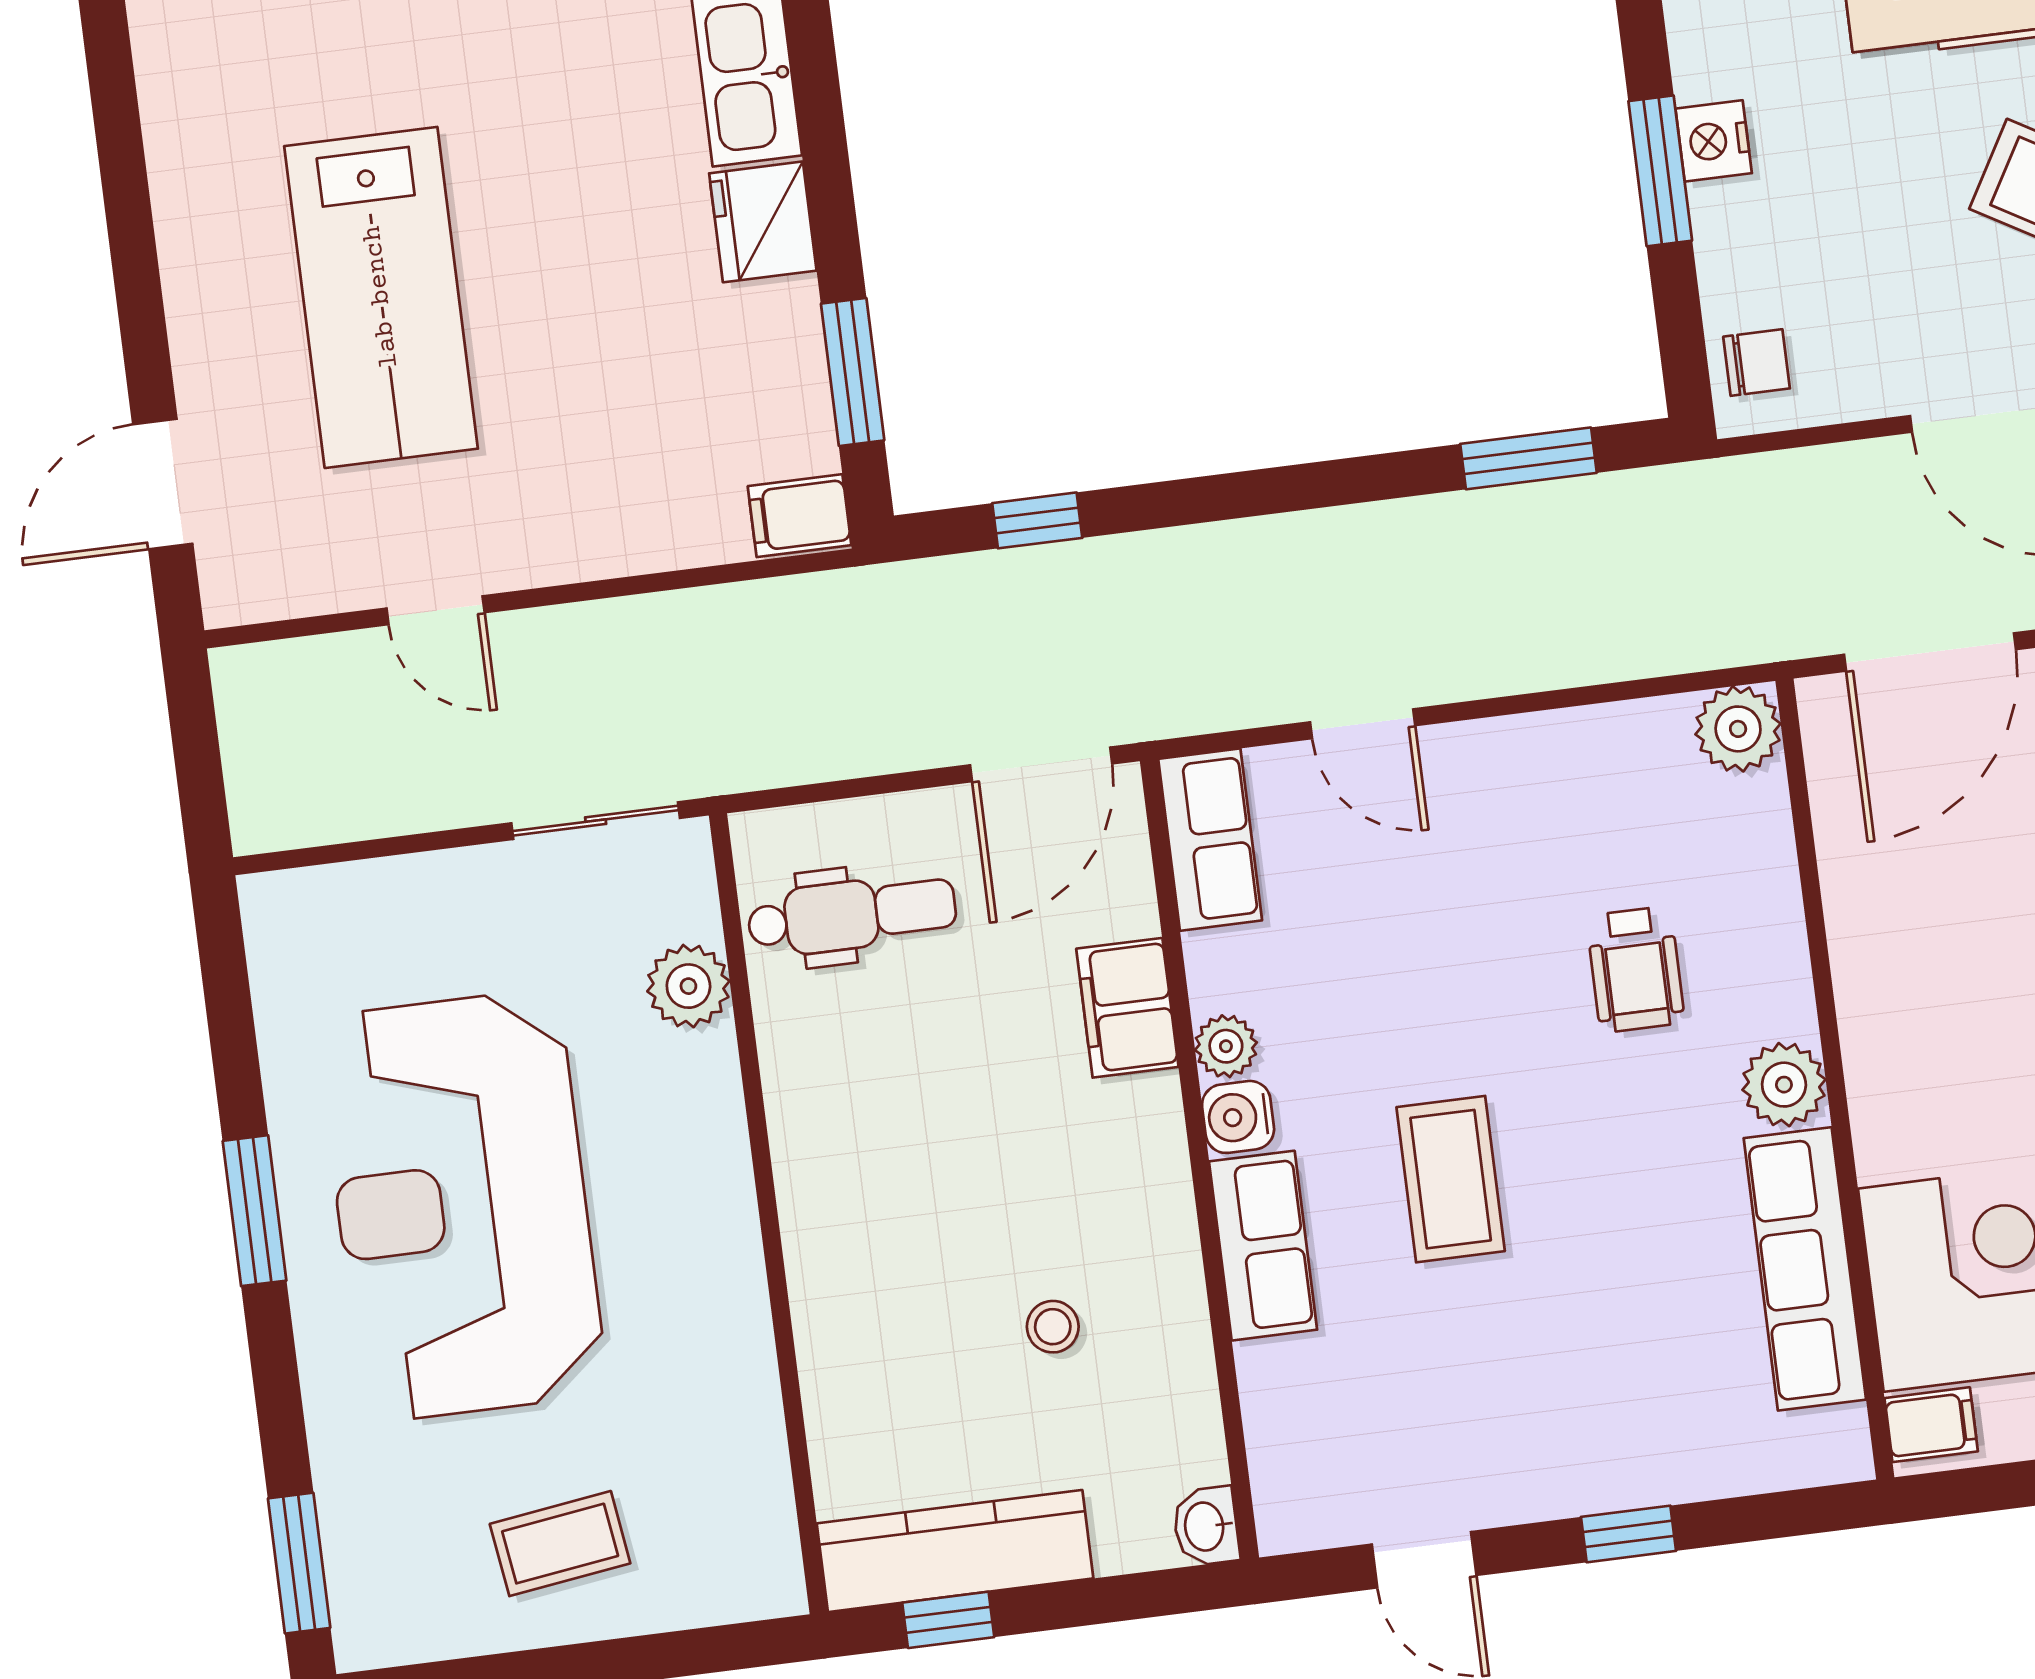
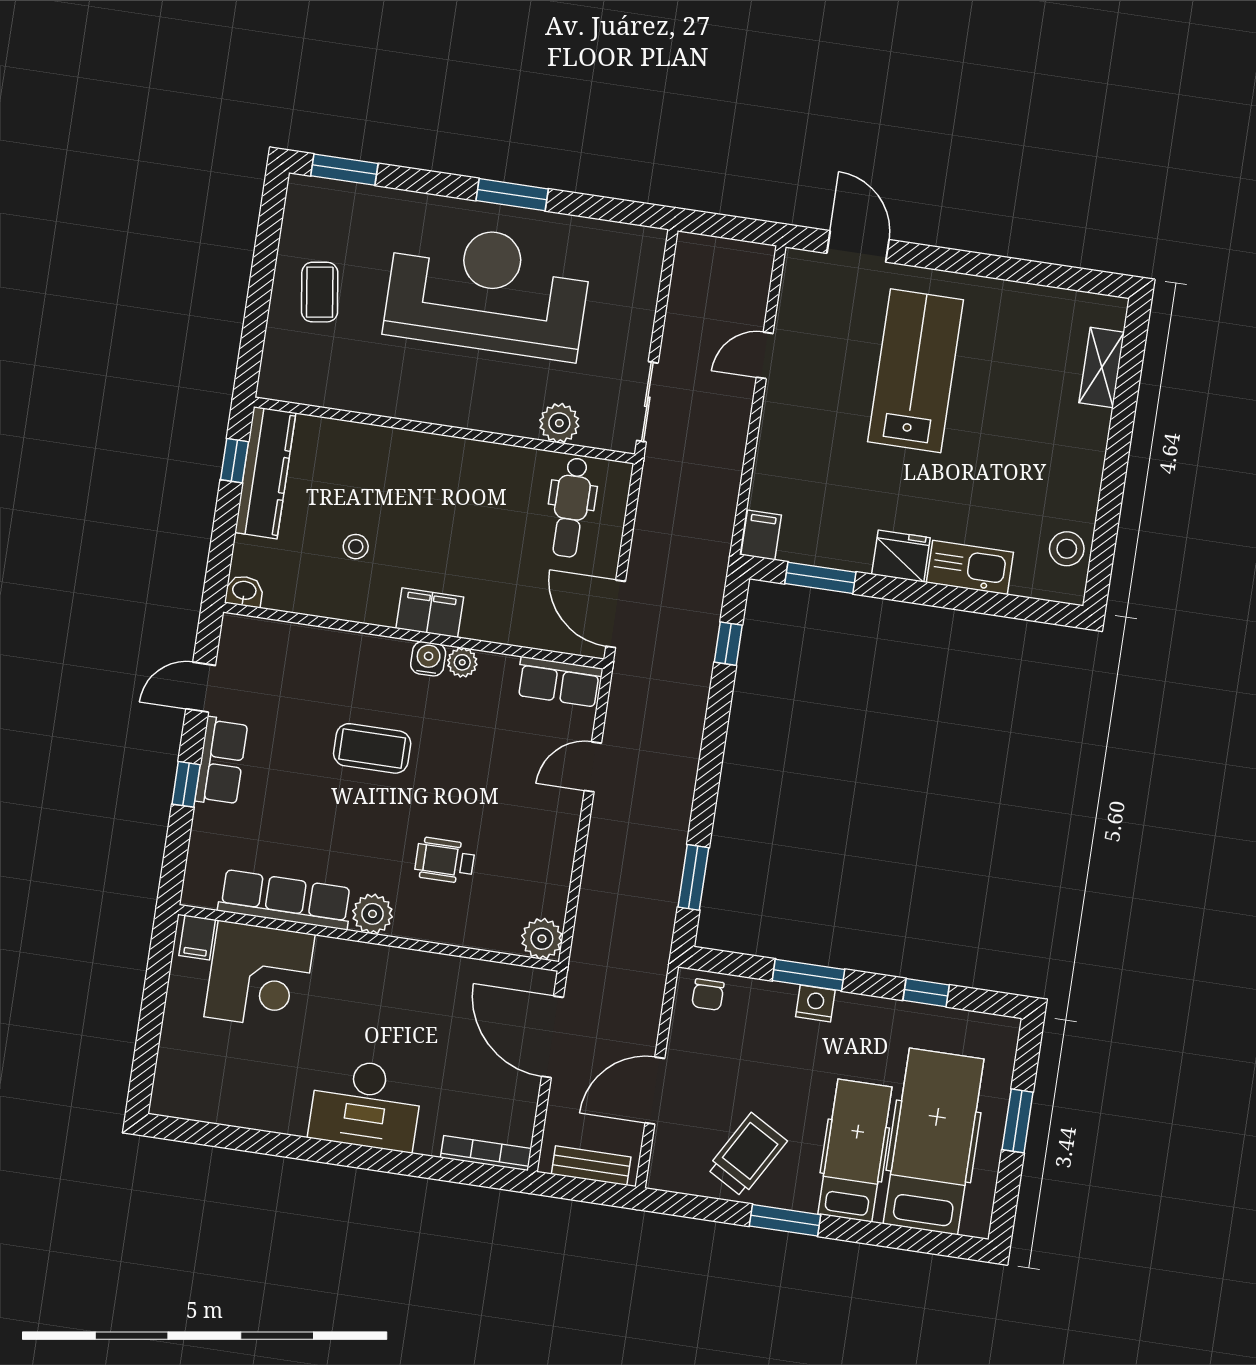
lab bench: (381, 297) -> (916, 371), turned 90
filing cabinet: (1127, 1008) -> (430, 613), moved
row of seats: (1263, 1246) -> (221, 761), moved, turned -90

